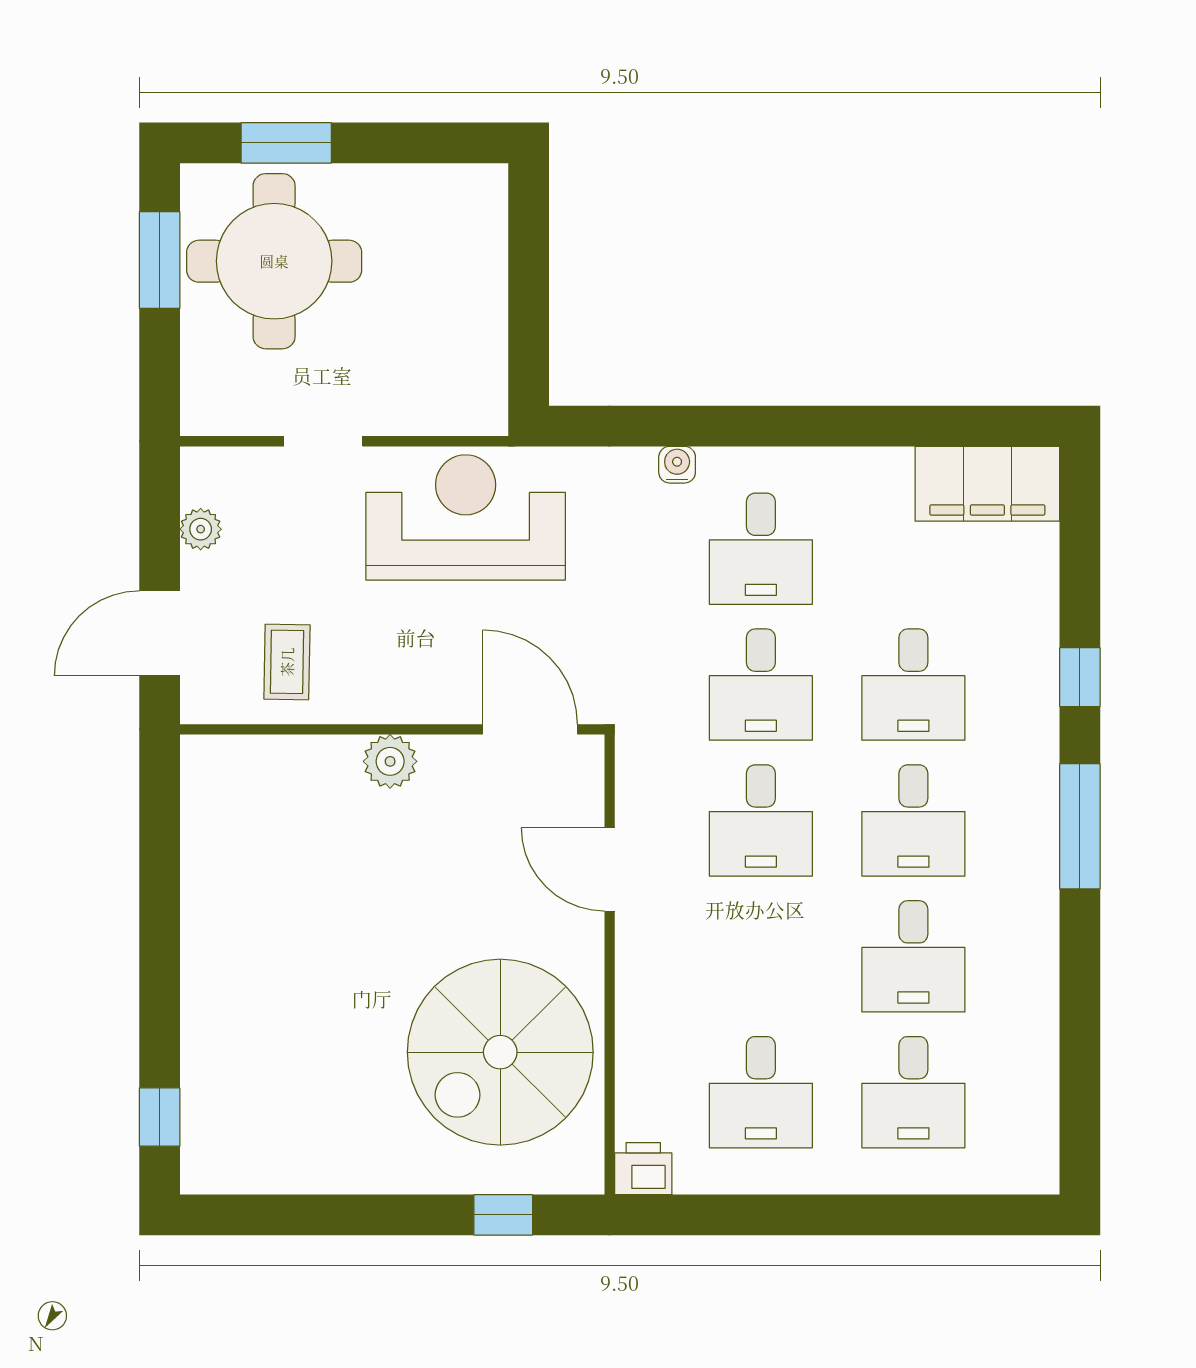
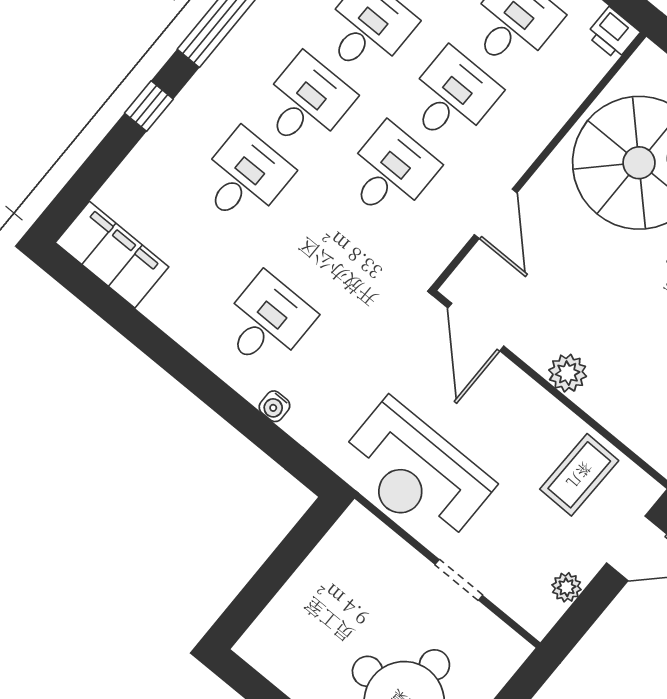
coffee table: (287, 662) -> (579, 475), width x1.36, depth x1.30
desk: (761, 685) -> (452, 97), moved

